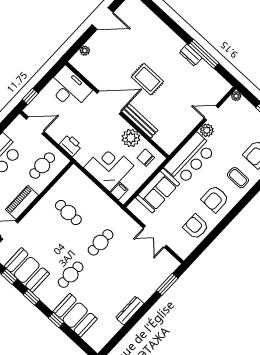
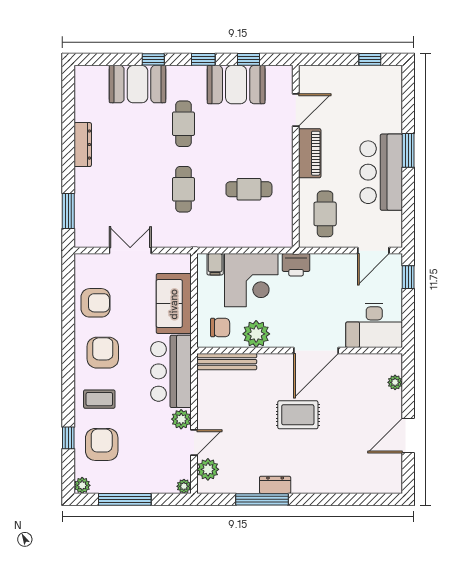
plant: (217, 93) -> (208, 469), added
bench: (140, 121) -> (227, 362), moved
printer: (71, 145) -> (296, 265), moved

